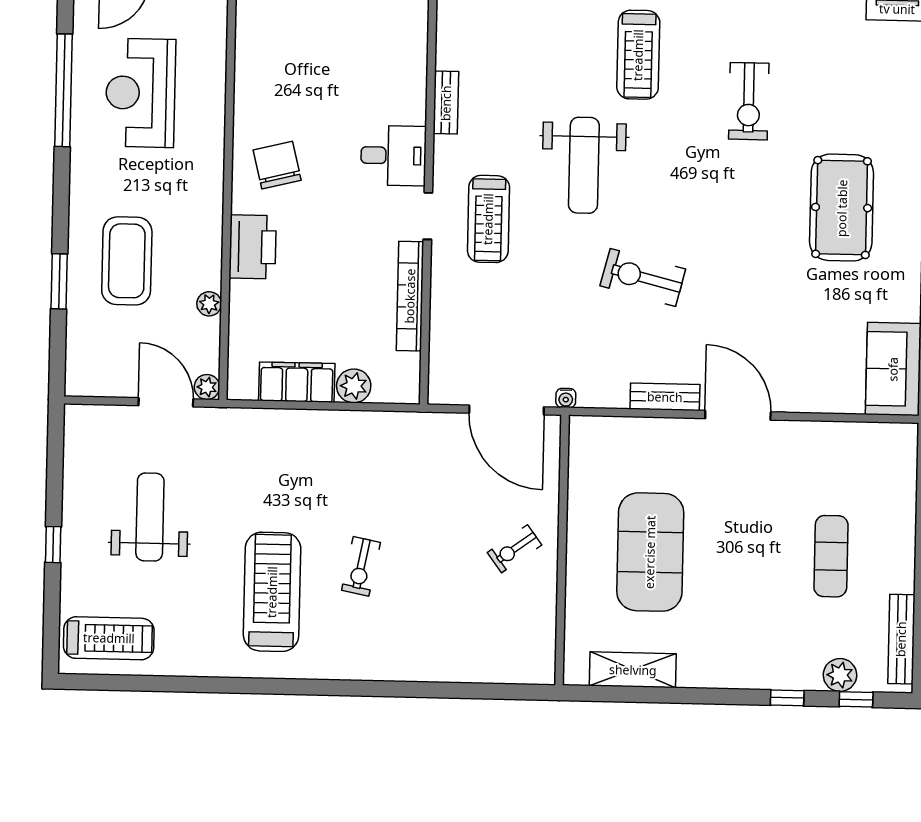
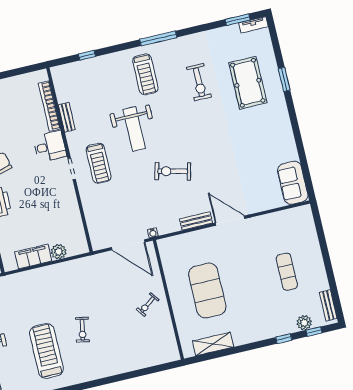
pool table: (842, 208) -> (248, 83), moved
bookcase: (410, 296) -> (49, 106), moved
bench: (901, 639) -> (328, 305), width x0.73

